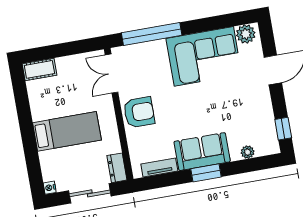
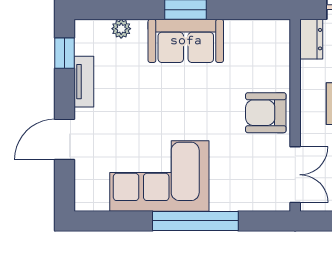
window: (152, 34) -> (195, 221), moved
plant: (246, 34) -> (94, 197), removed
tv unit: (159, 168) -> (84, 82), moved, turned -90

